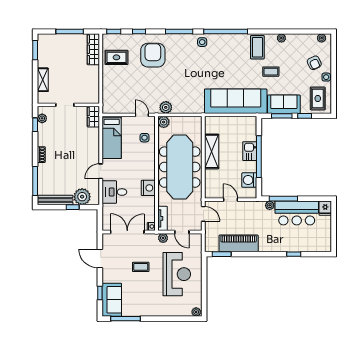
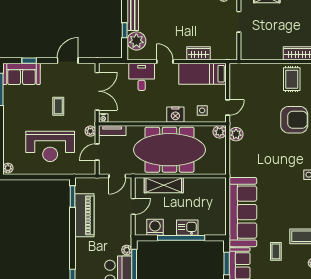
wardrobe: (93, 117) -> (198, 53), moved
shelving: (212, 151) -> (164, 185), moved
nightstand: (148, 188) -> (175, 115), moved

